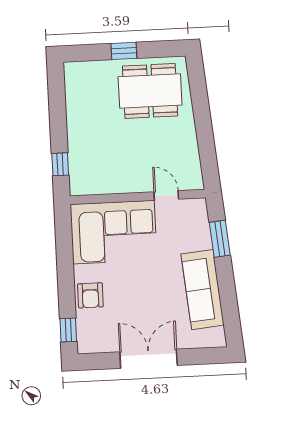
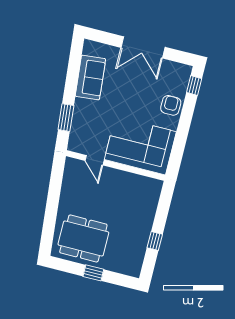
window: (60, 164) -> (155, 241), moved
sofa: (203, 290) -> (90, 77), width x0.73

